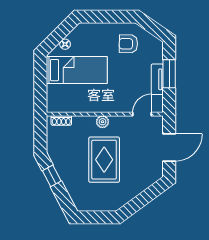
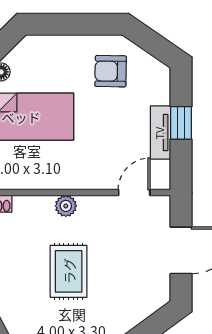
window: (169, 74) -> (181, 123), width x0.67
rug: (104, 160) -> (69, 271), width x0.73, depth x0.70

